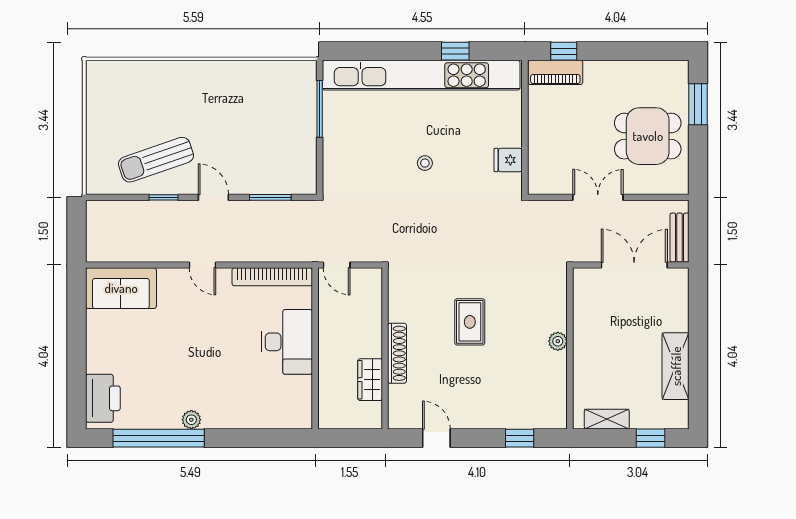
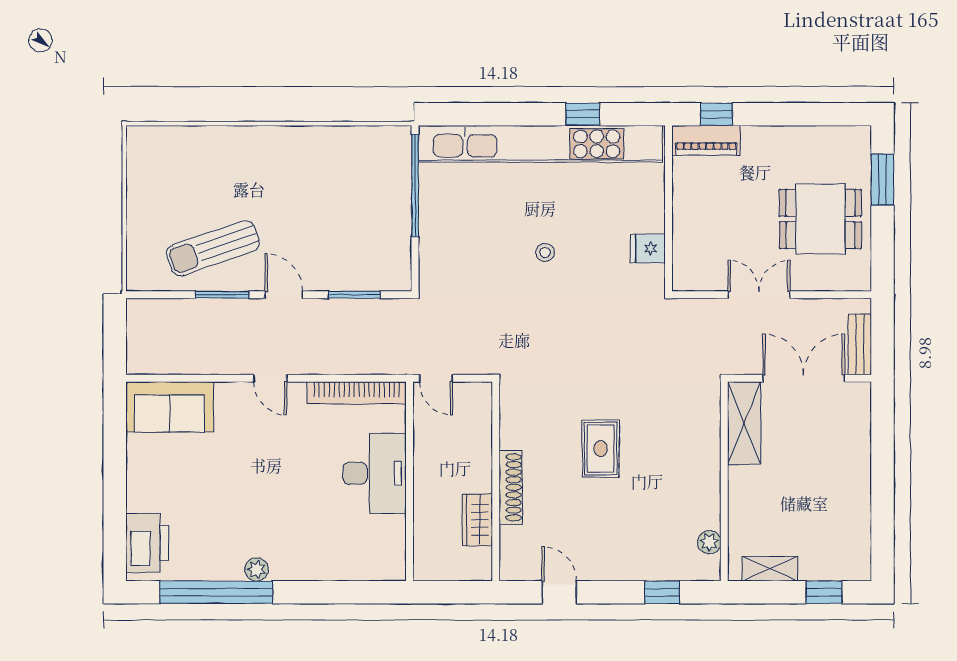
window: (320, 109) -> (415, 185), width x1.46
window: (163, 197) -> (222, 295), width x1.50
plant: (558, 341) -> (709, 542), moved
shelving: (676, 366) -> (744, 423), moved

